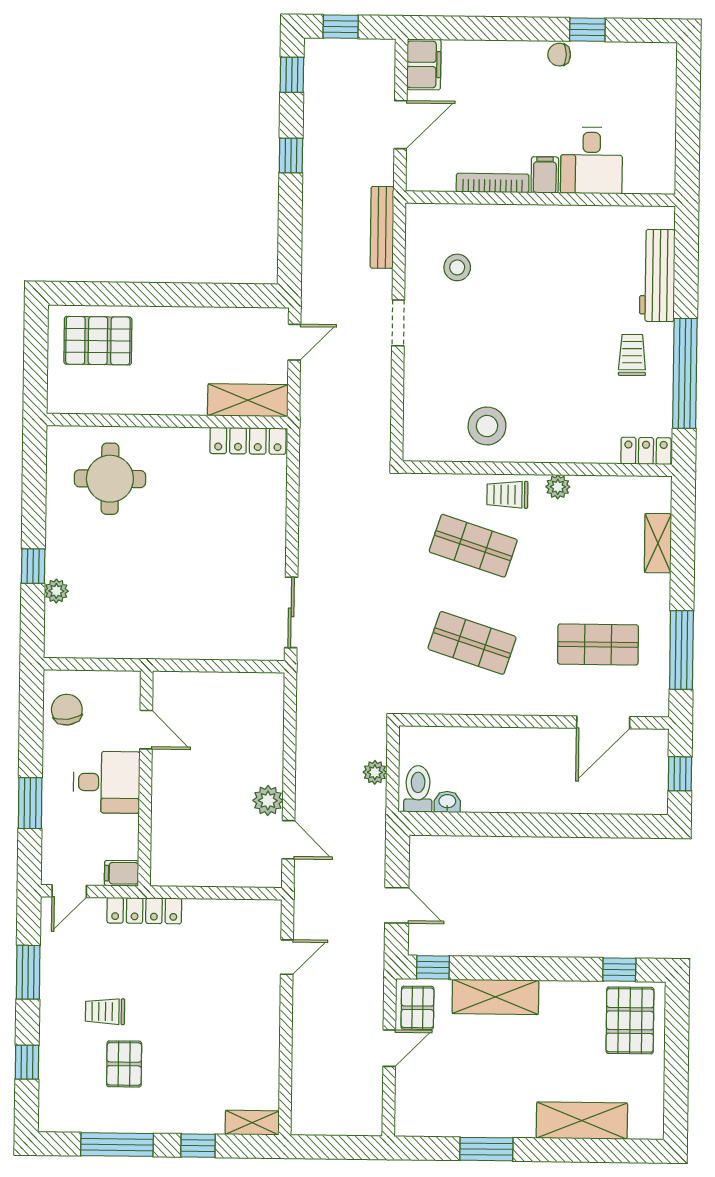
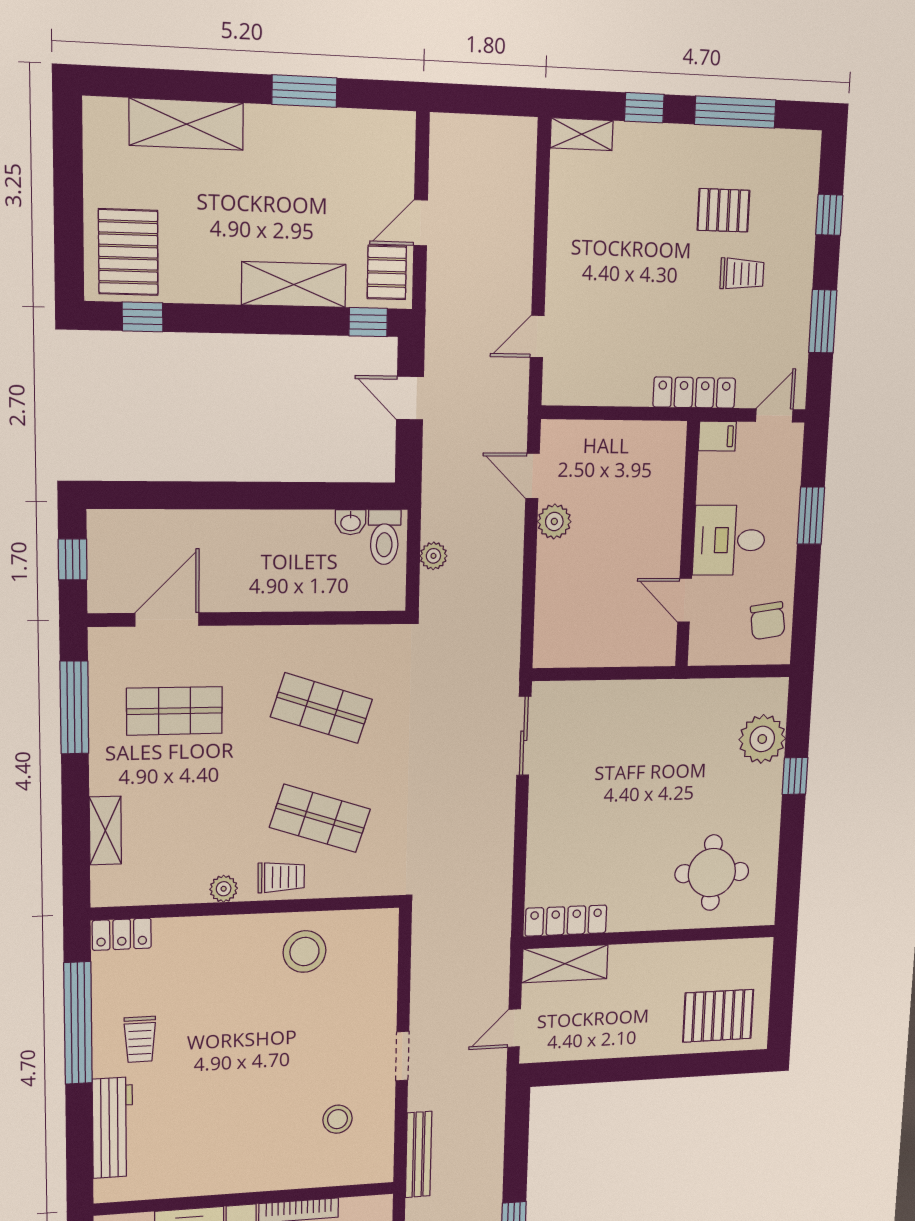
plant: (56, 591) -> (762, 739), width x1.88, depth x1.88
pallet: (124, 1064) -> (723, 210), turned 90

